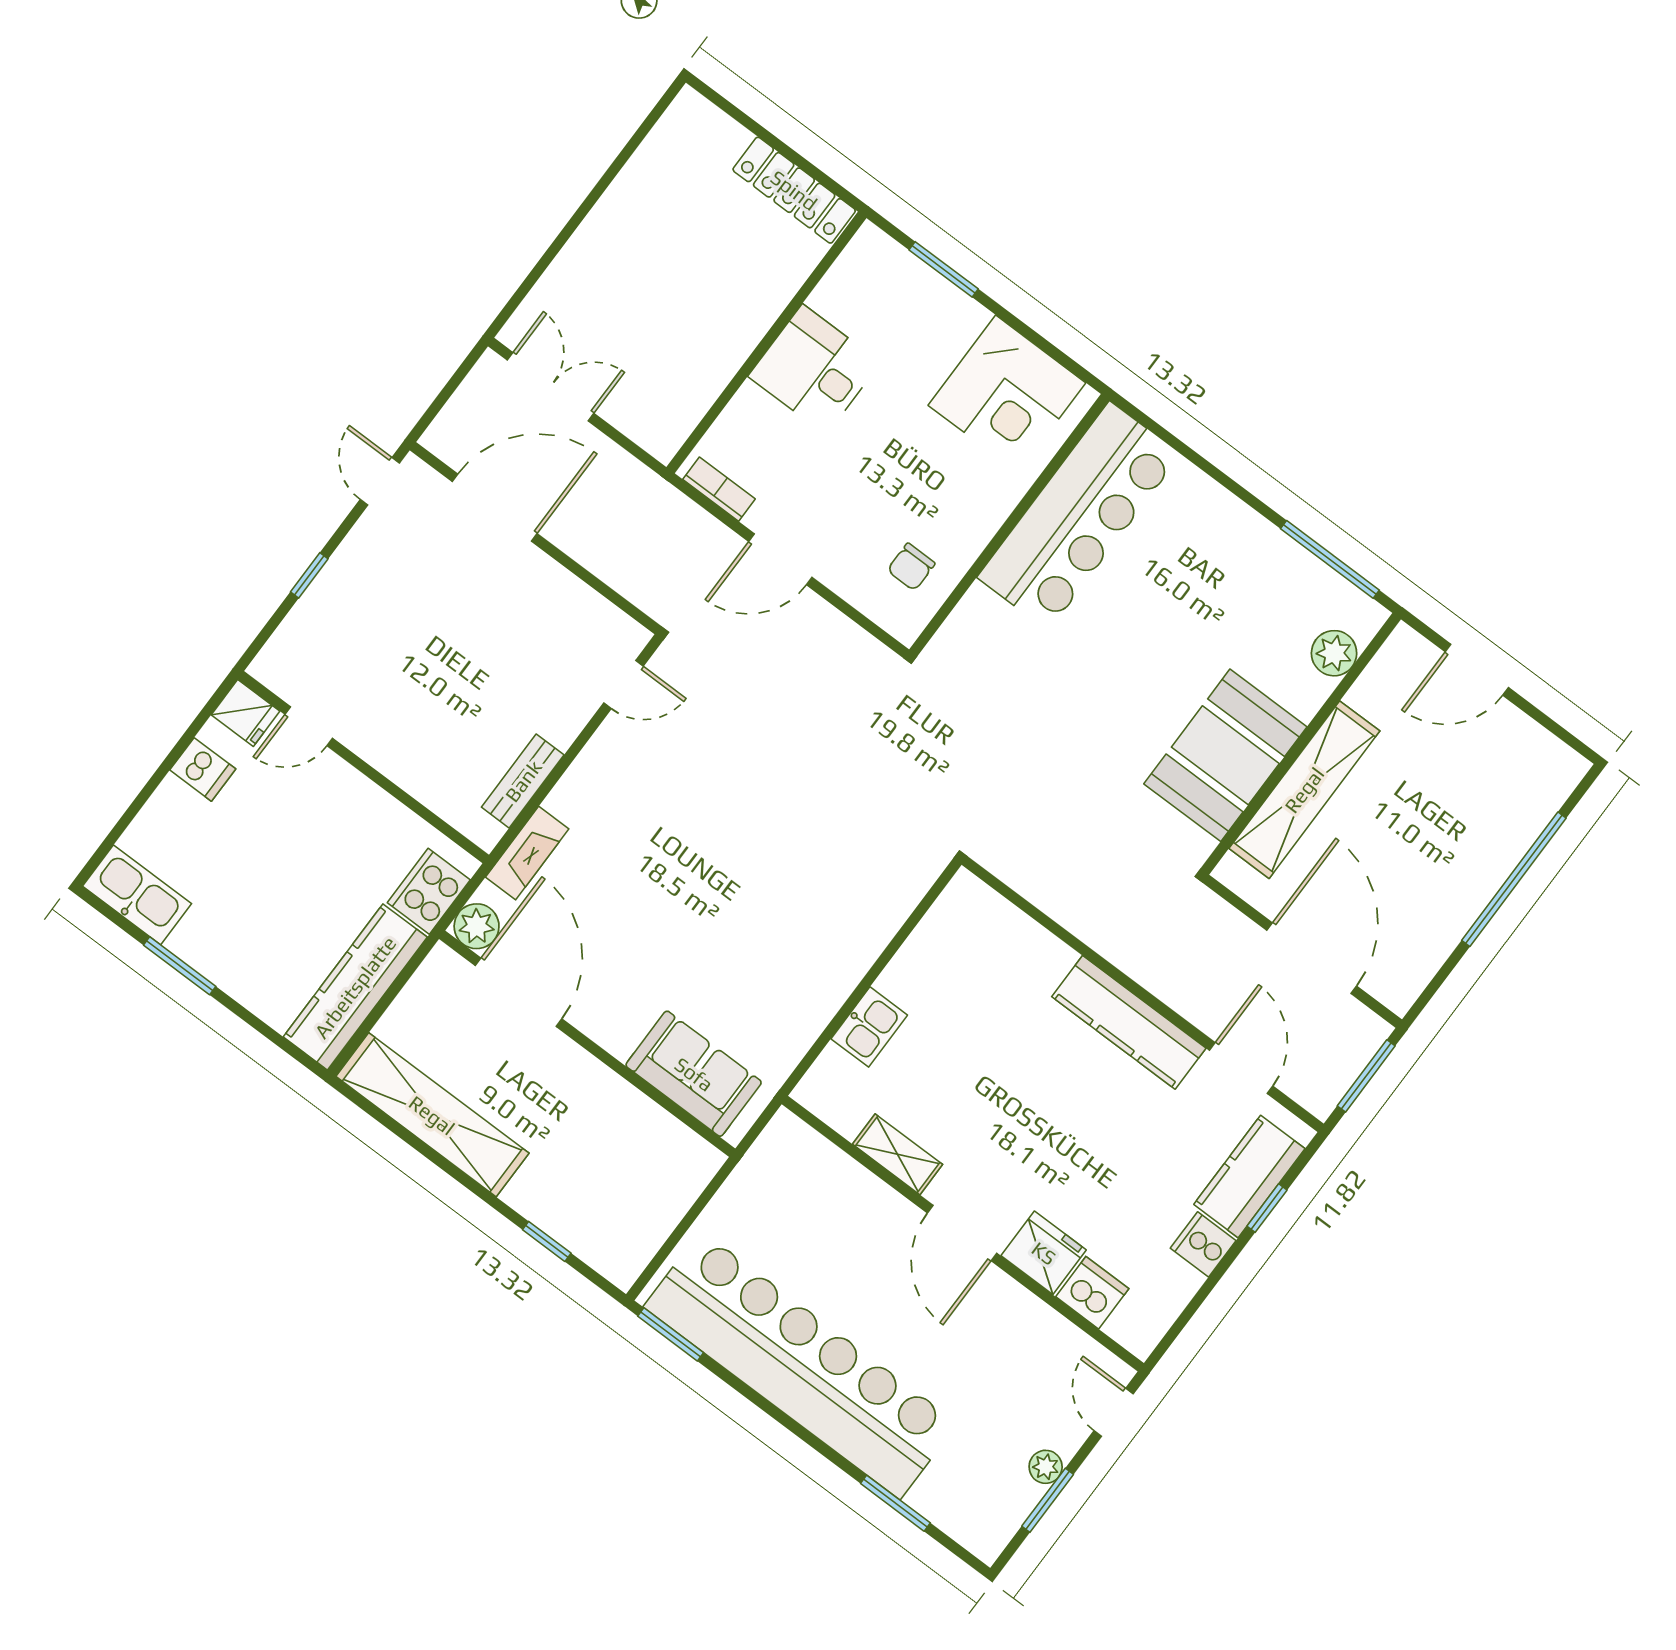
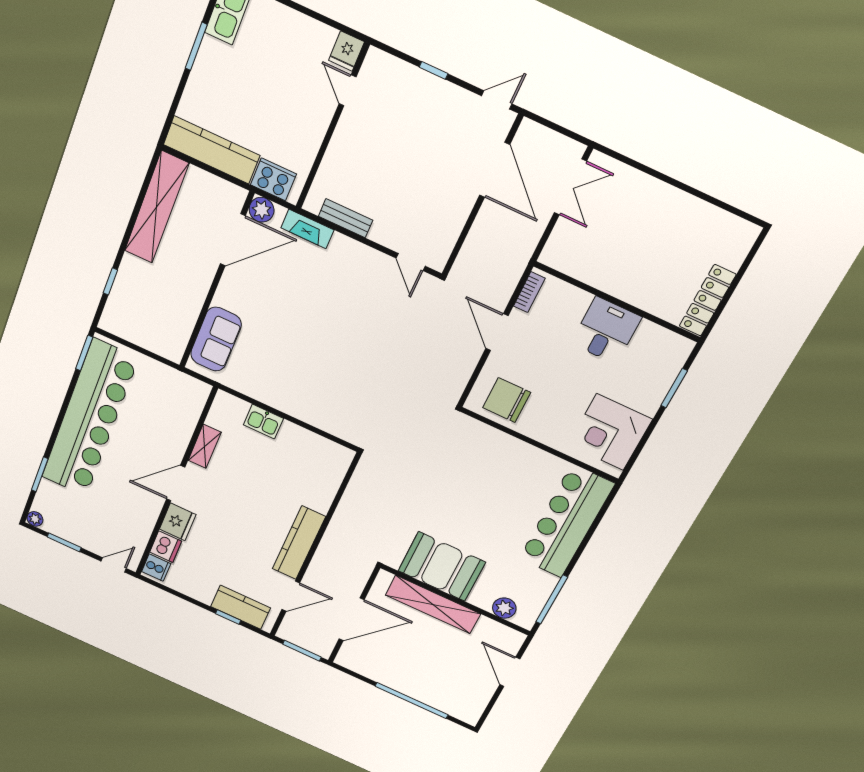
bar counter: (1079, 516) -> (566, 521), moved, turned 90
chair: (911, 567) -> (507, 400), width x1.87, depth x1.87
dishwasher: (203, 769) -> (308, 33), removed
cooker: (1203, 1244) -> (156, 568), moved, turned 90
plant: (1046, 1467) -> (35, 519), moved

